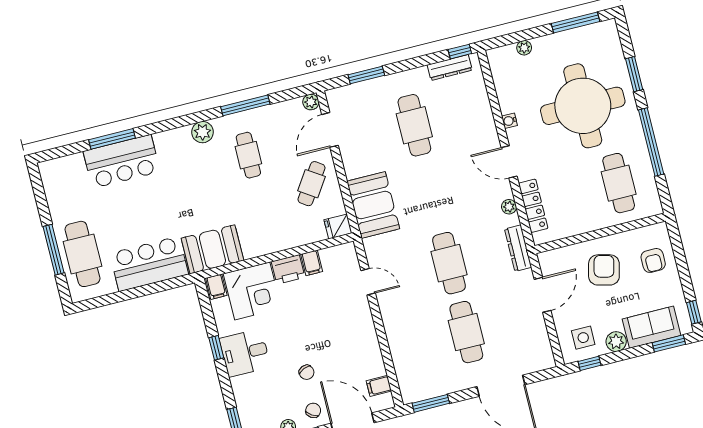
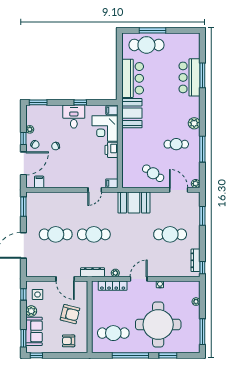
fridge: (338, 227) -> (127, 181), removed
filing cabinet: (312, 263) -> (112, 183), moved

